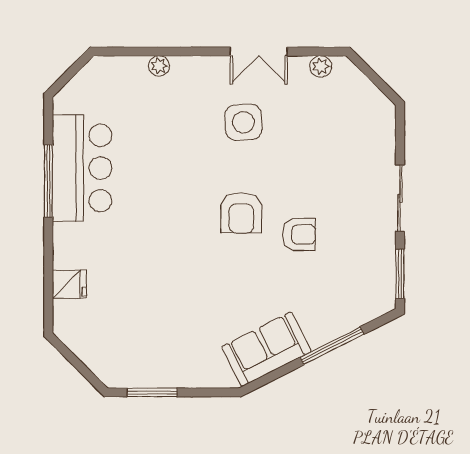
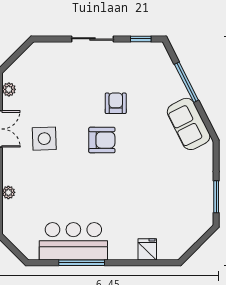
window: (400, 274) -> (141, 39), width x0.67

